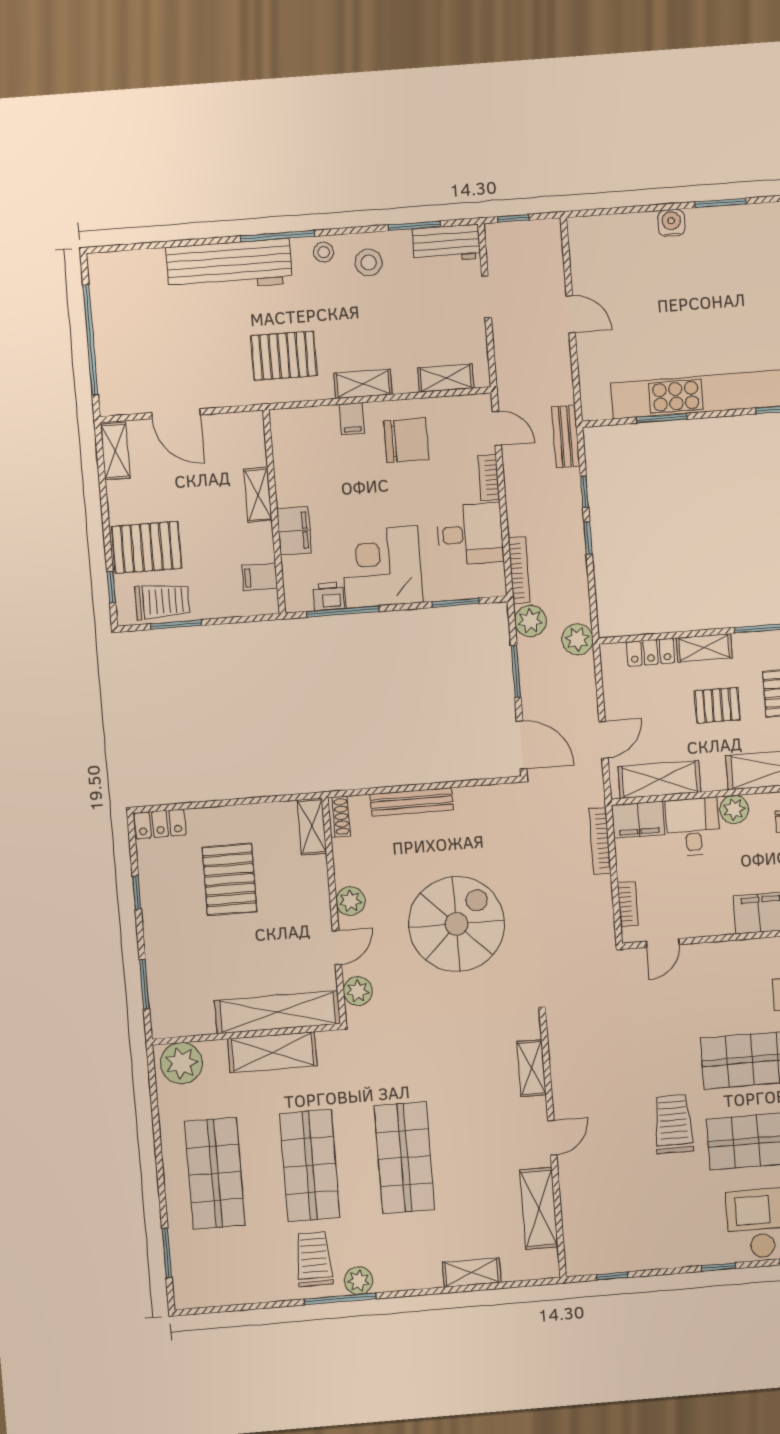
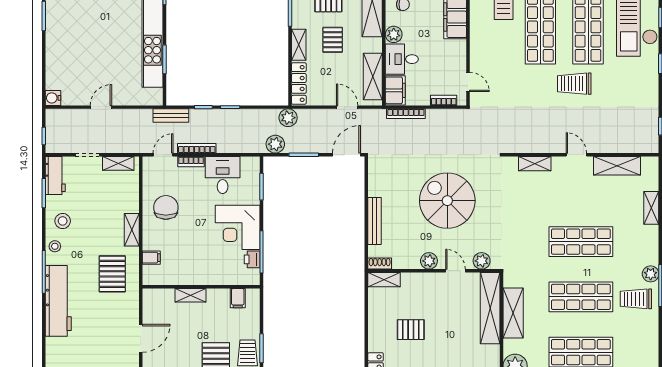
water cooler: (671, 223) -> (53, 98), moved
shelving: (446, 378) -> (118, 163), moved, turned 90
filing cabinet: (352, 419) -> (151, 258), moved
filing cabinet: (294, 531) -> (213, 276), removed
bookcase: (519, 570) -> (197, 148), moved
locker: (651, 652) -> (299, 83), width x1.53
pallet: (230, 879) -> (411, 330), width x0.67, depth x0.71

